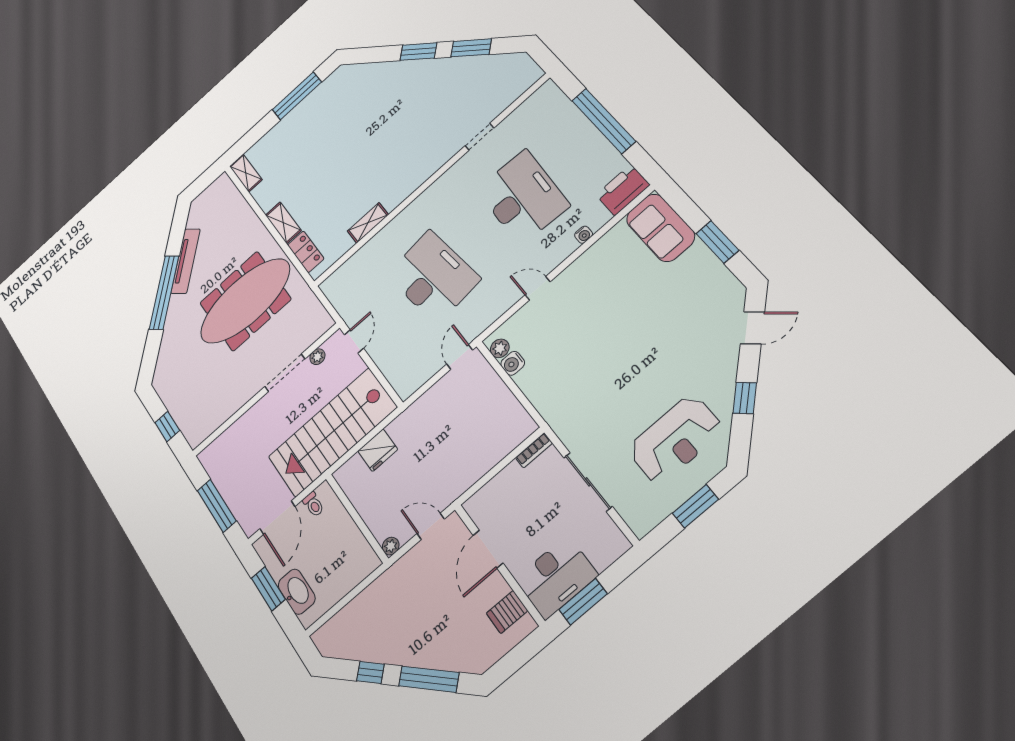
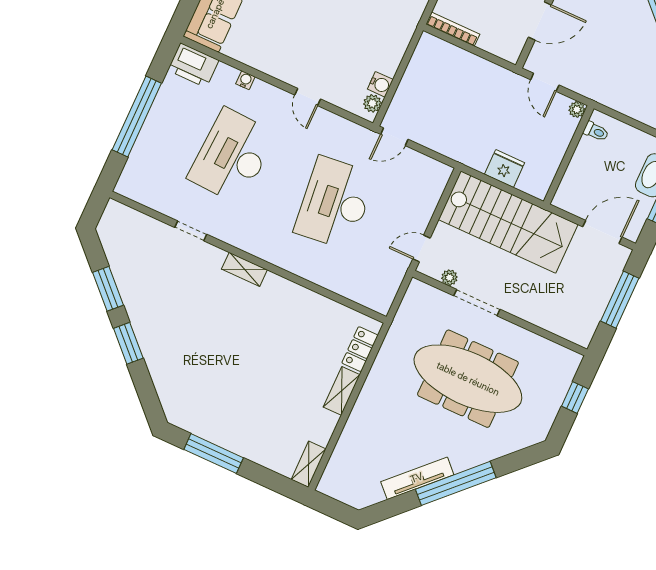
shelving: (368, 223) -> (244, 269), moved
meeting table: (245, 301) -> (468, 379), moved
bookcase: (534, 450) -> (453, 29), width x1.56
toilet: (313, 504) -> (596, 131), moved, turned 90

